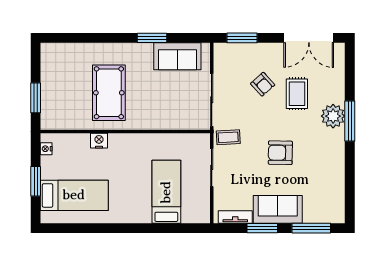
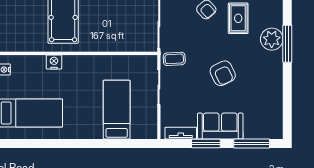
armchair: (280, 153) -> (223, 73), turned -117

